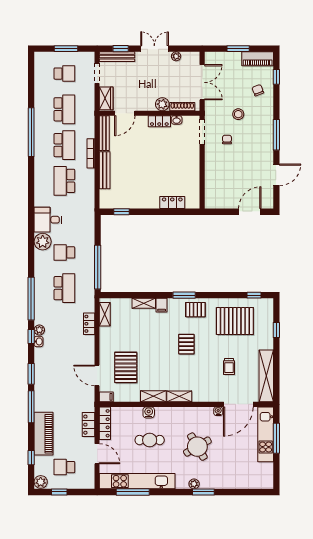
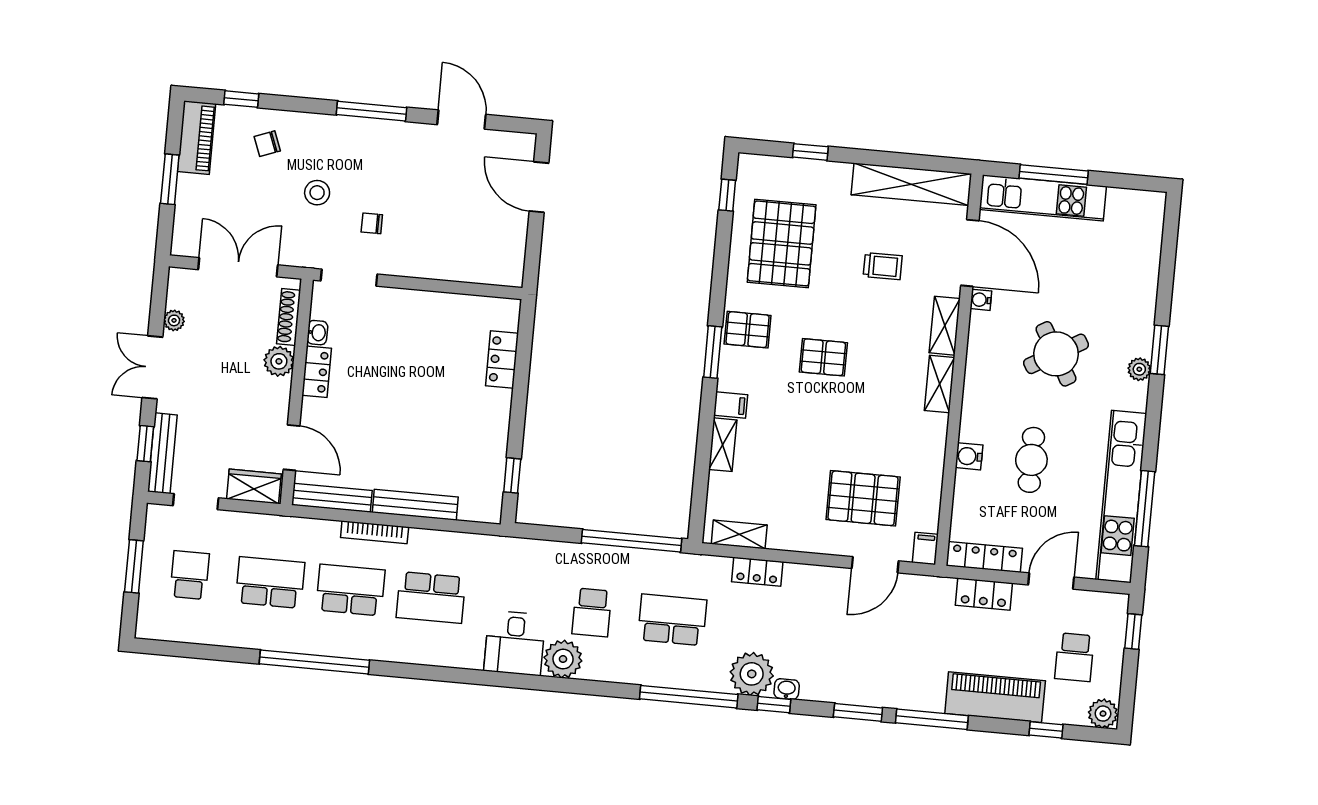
pallet: (195, 310) -> (748, 330), turned 90
plant: (39, 330) -> (752, 674), width x1.88, depth x1.88
shelving: (153, 396) -> (945, 326), moved
window: (59, 492) -> (1133, 632), moved

